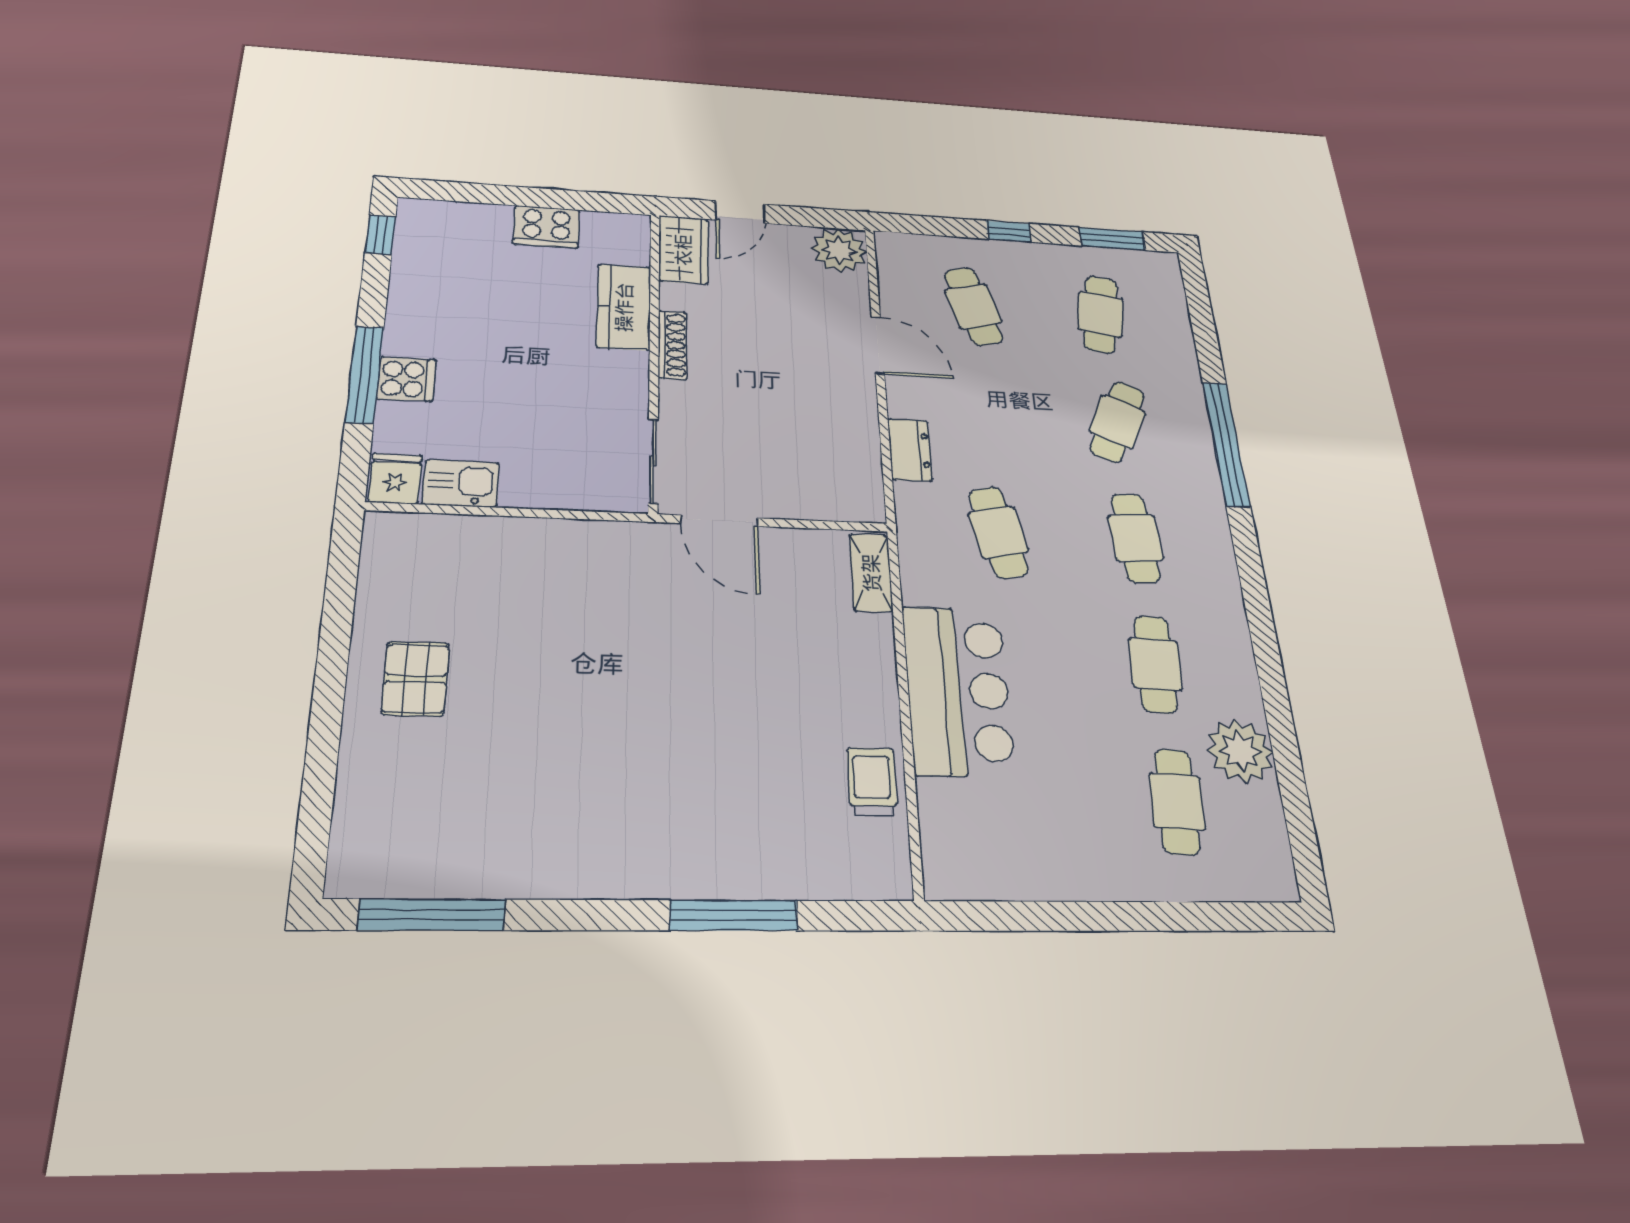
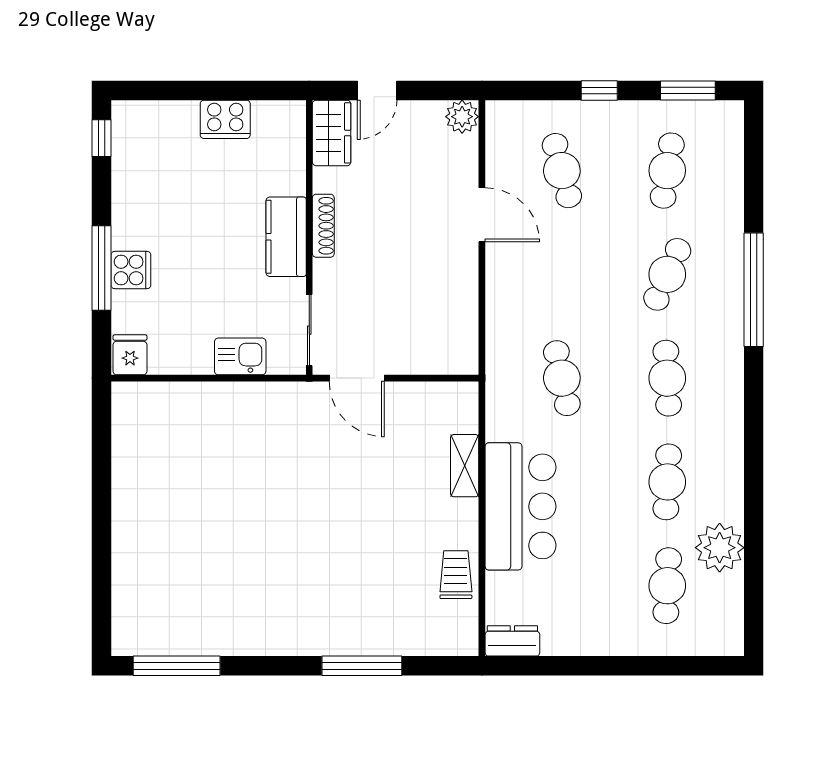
plant: (839, 250) -> (462, 117), width x0.73, depth x0.73
kitchen counter: (624, 307) -> (286, 237), moved
dresser: (910, 450) -> (512, 641), moved, turned -90
kitchen sink: (461, 483) -> (240, 356), moved
shelving: (871, 573) -> (465, 466), moved
pallet: (415, 679) -> (155, 508), removed

